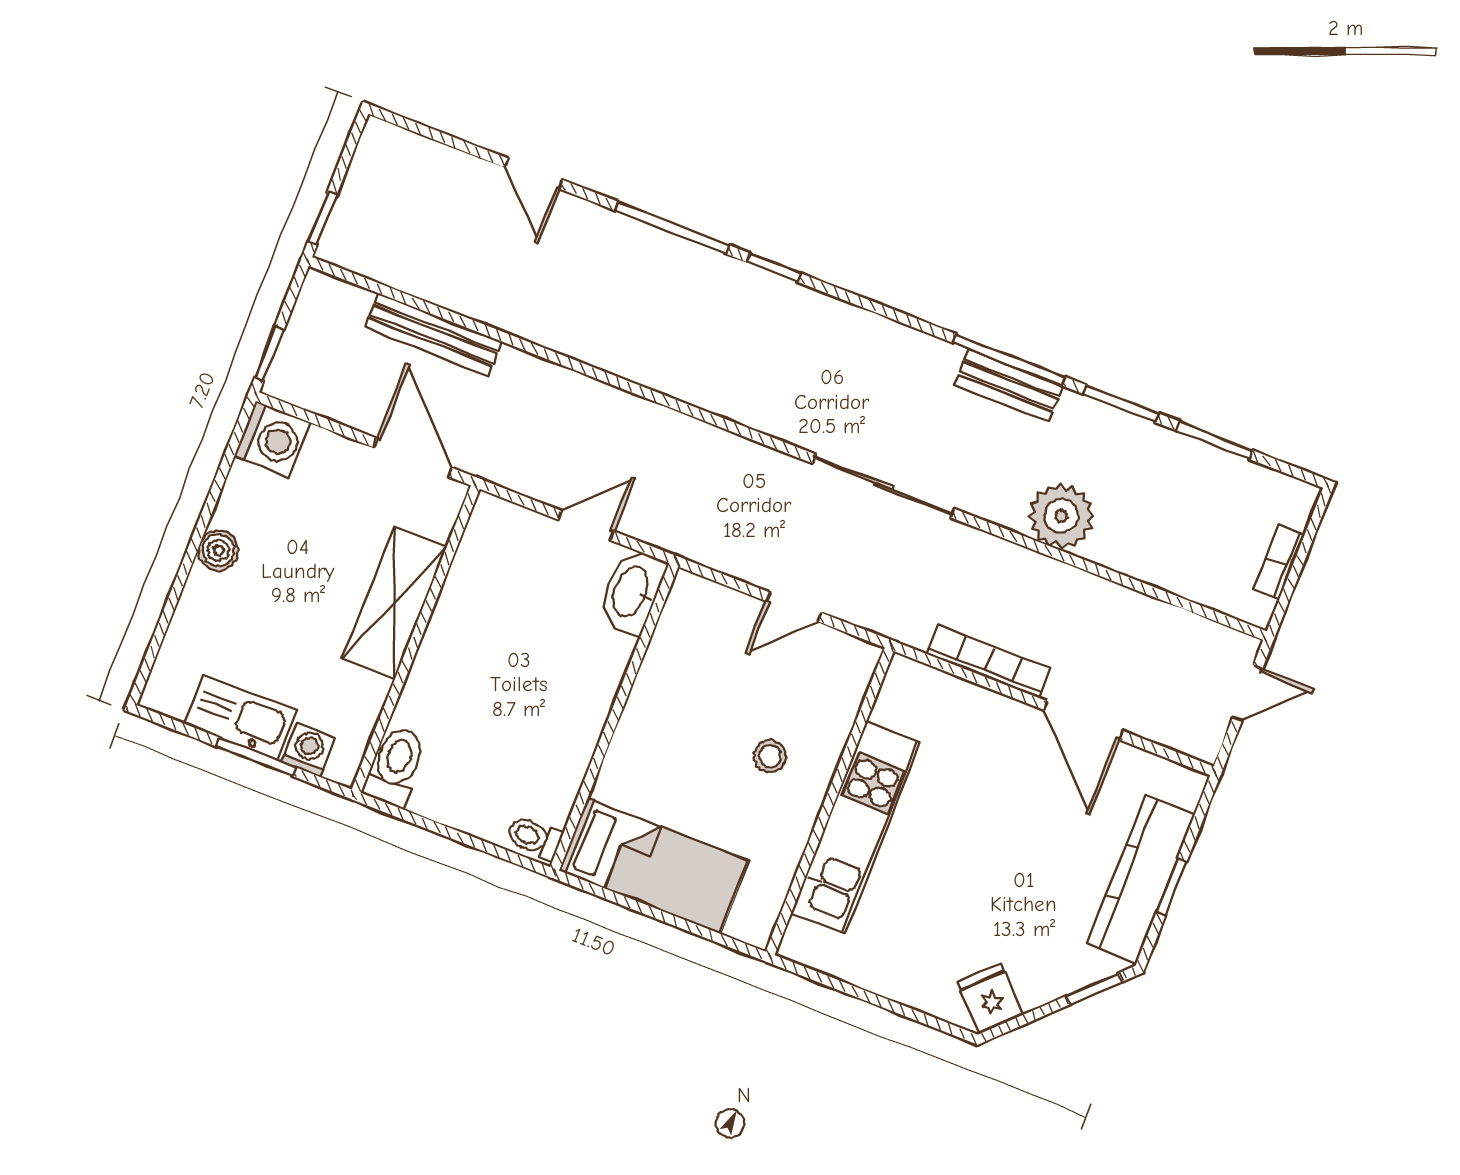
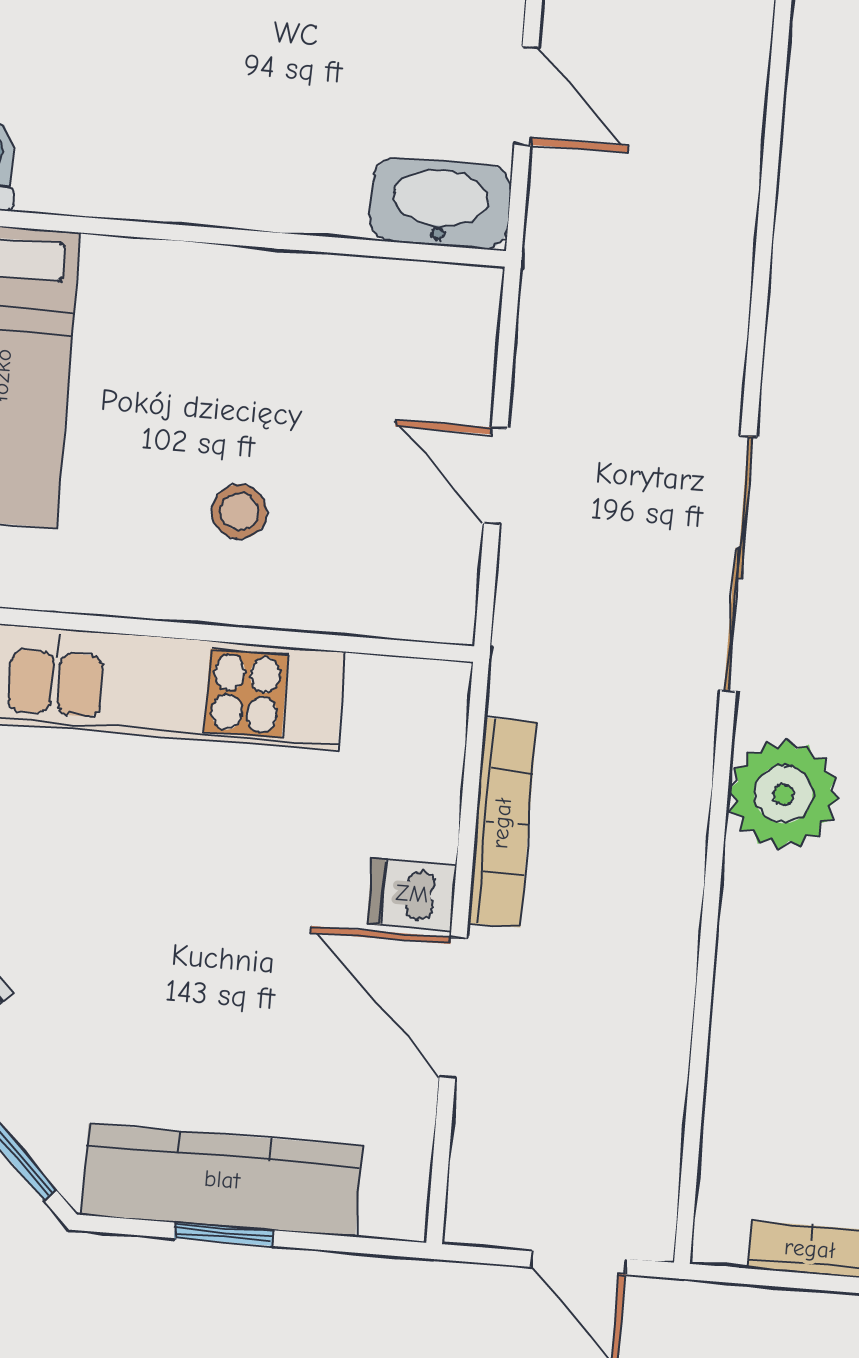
plant: (1061, 516) -> (783, 794), moved
door: (1083, 720) -> (453, 1007), hinge flipped
dishwasher: (1013, 724) -> (412, 894), added

